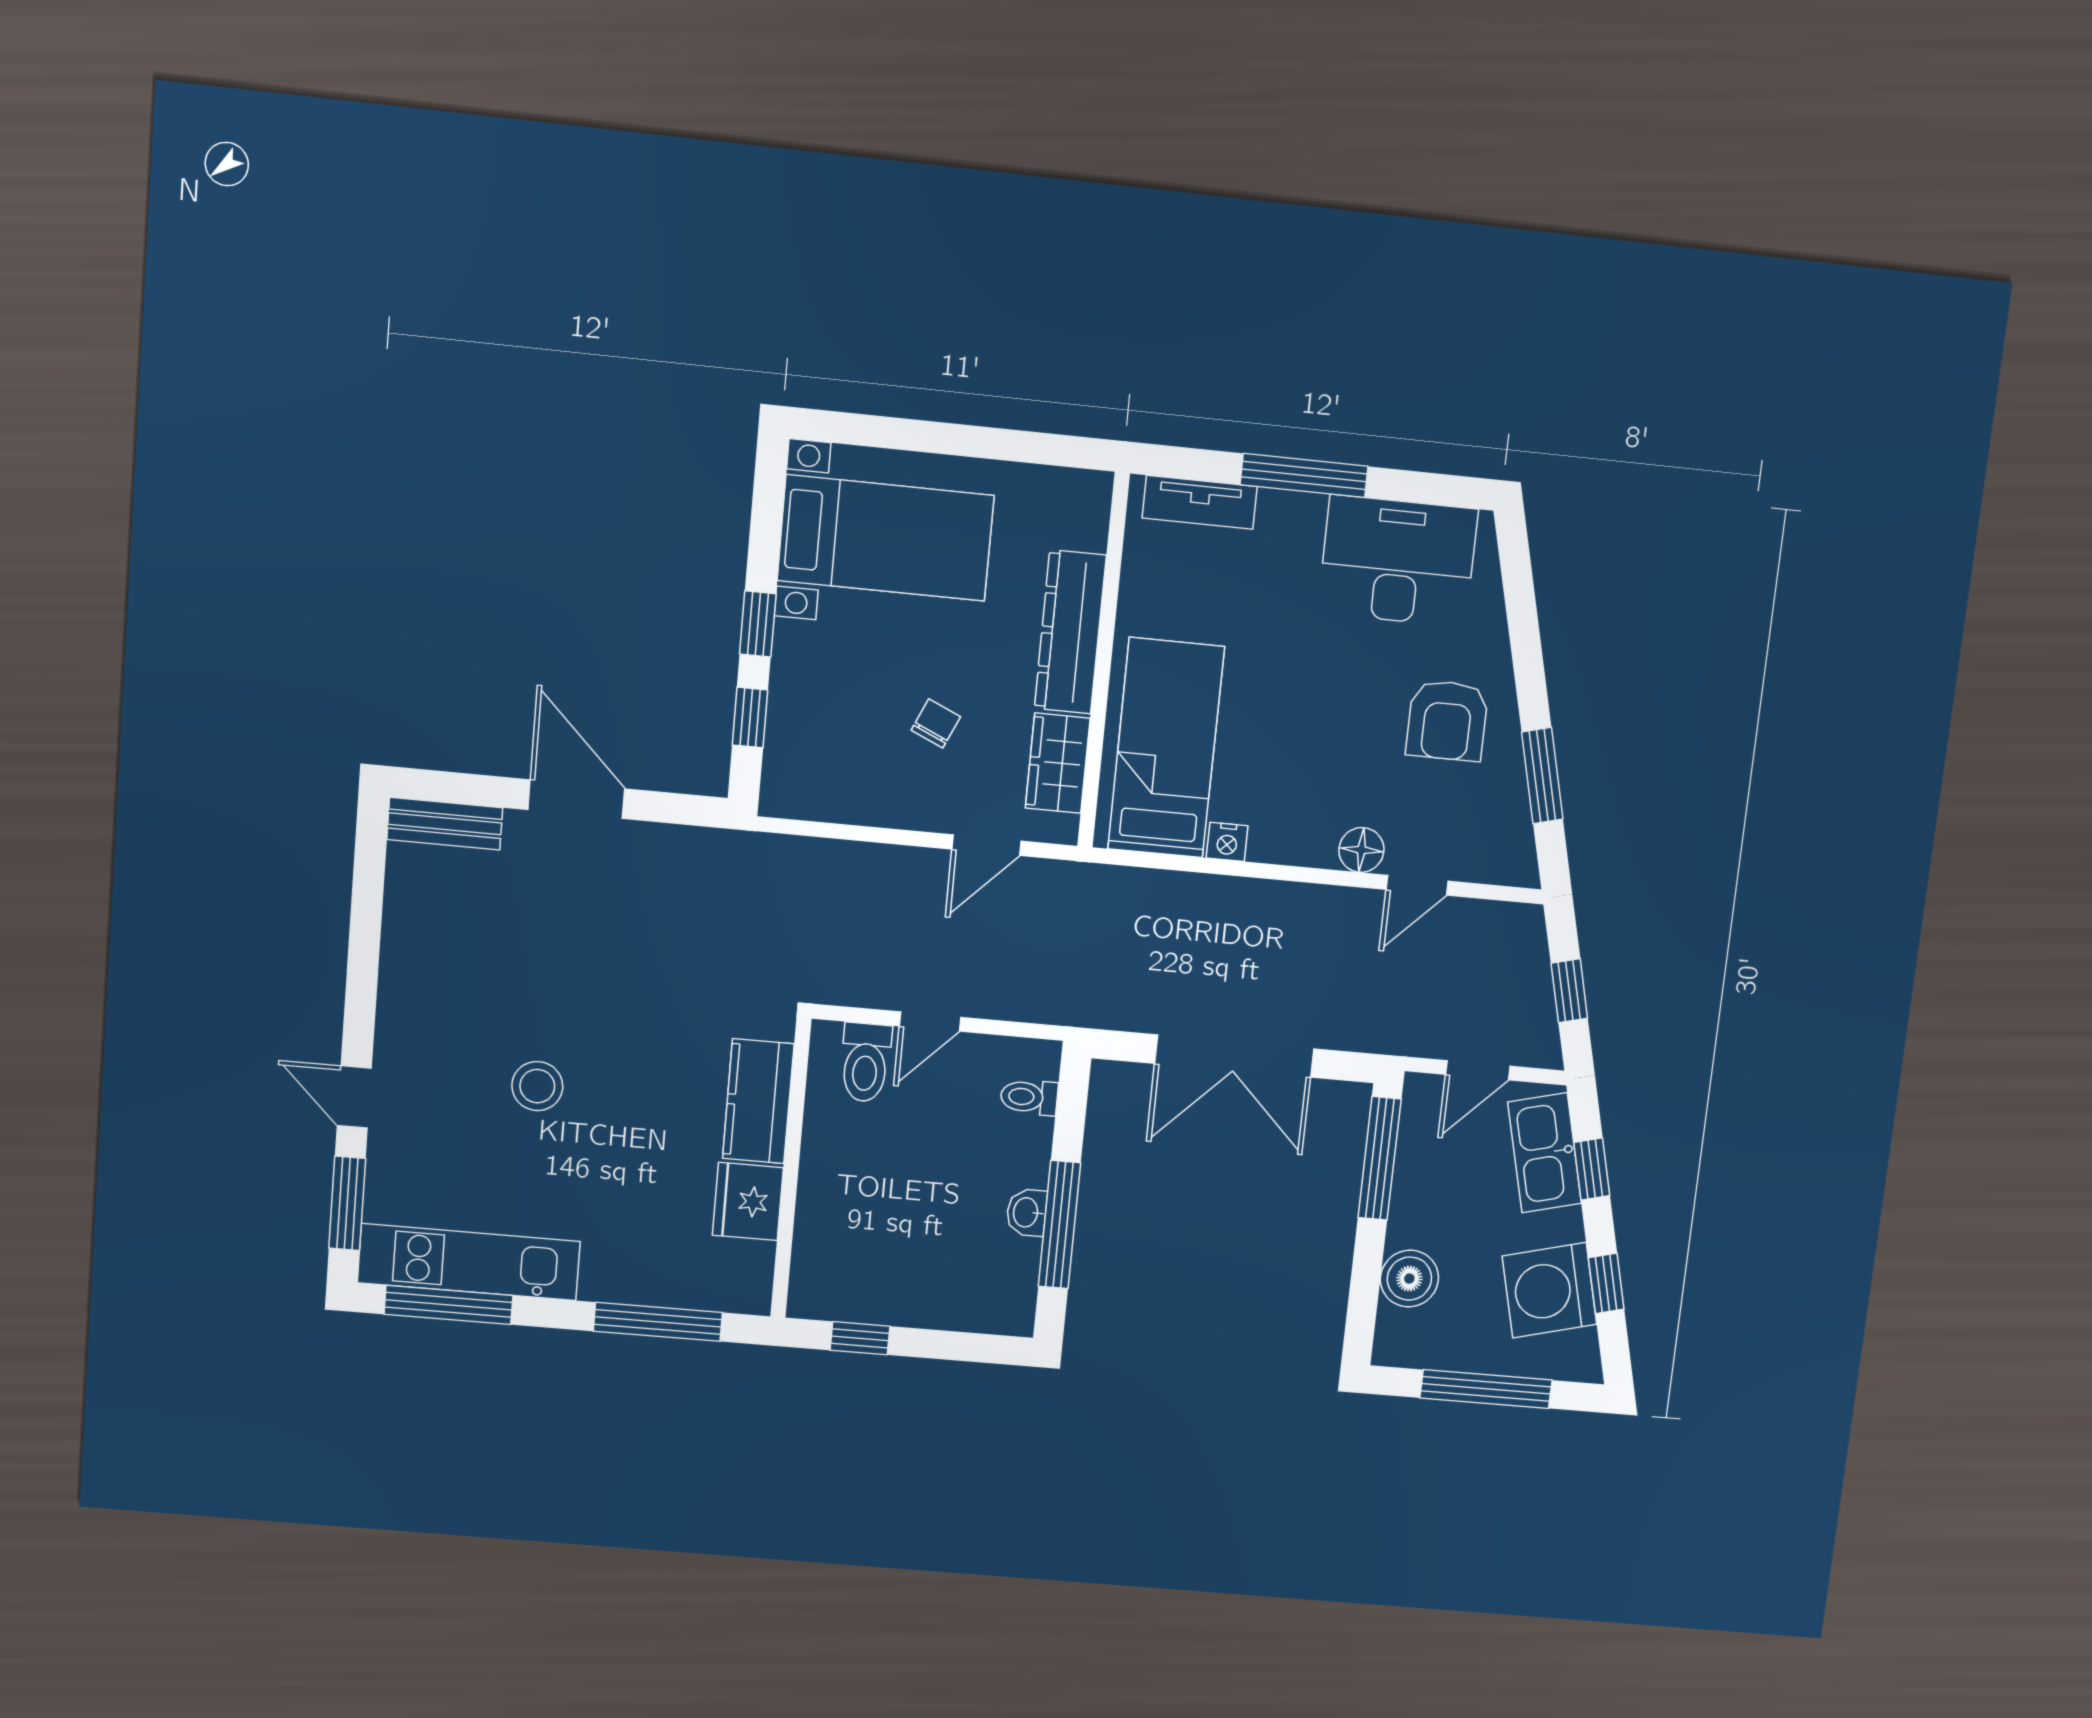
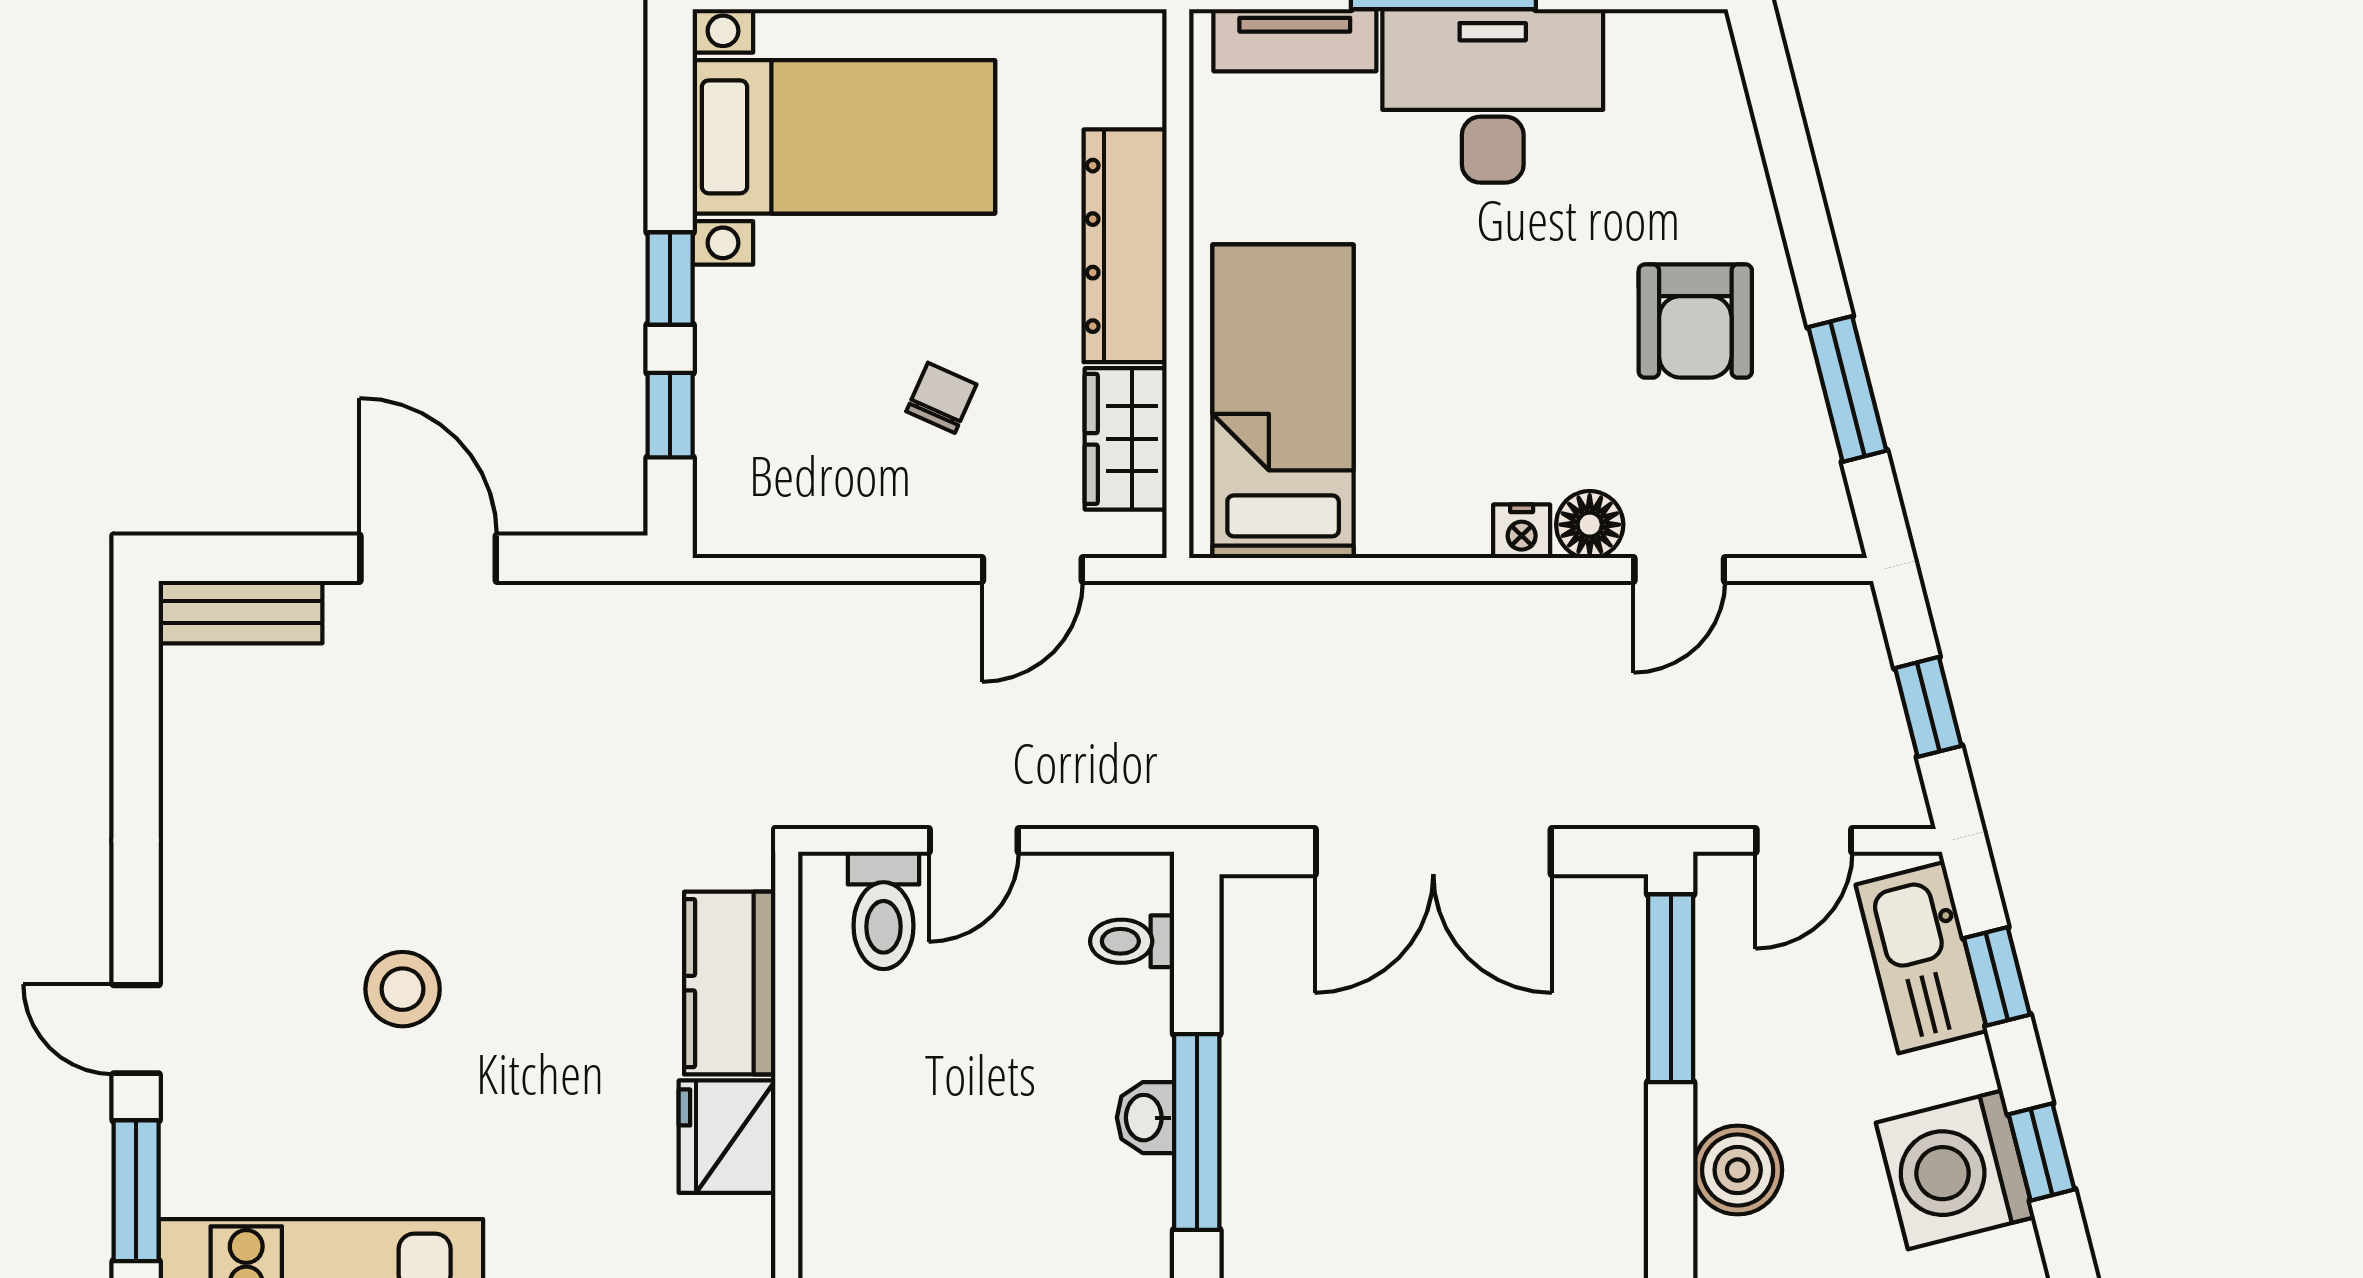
desk: (1398, 561) -> (1493, 96), moved
nightstand: (1227, 842) -> (1522, 531), moved

